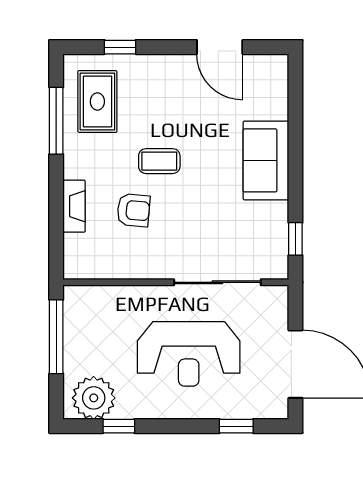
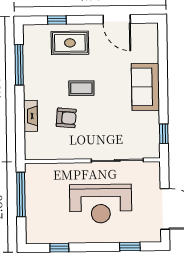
rug: (97, 101) -> (70, 43), moved, turned 90
plant: (94, 398) -> (44, 231), removed

